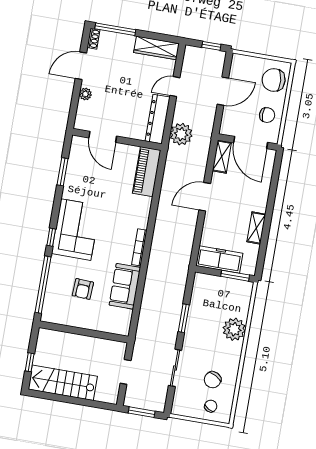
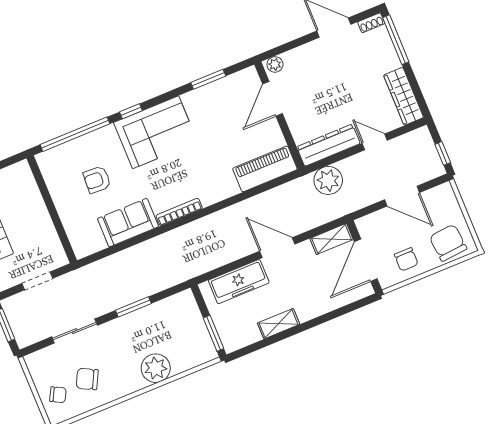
plant: (85, 94) -> (275, 64), moved
freezer: (219, 259) -> (239, 282), moved, turned 90

